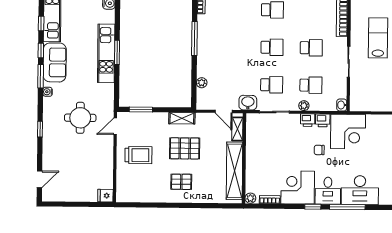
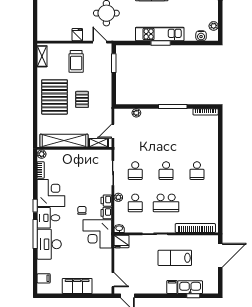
lab bench: (378, 38) -> (175, 258), turned 180
school desk: (311, 48) -> (166, 203), width x1.85
fridge: (357, 102) -> (122, 241), added
washbasin: (248, 103) -> (120, 151), removed
shelving: (182, 118) -> (42, 56), moved
pallet: (185, 148) -> (82, 99), width x0.67, depth x0.71
pallet: (181, 182) -> (54, 97), width x2.05, depth x2.00
fridge: (105, 196) -> (77, 35), moved

